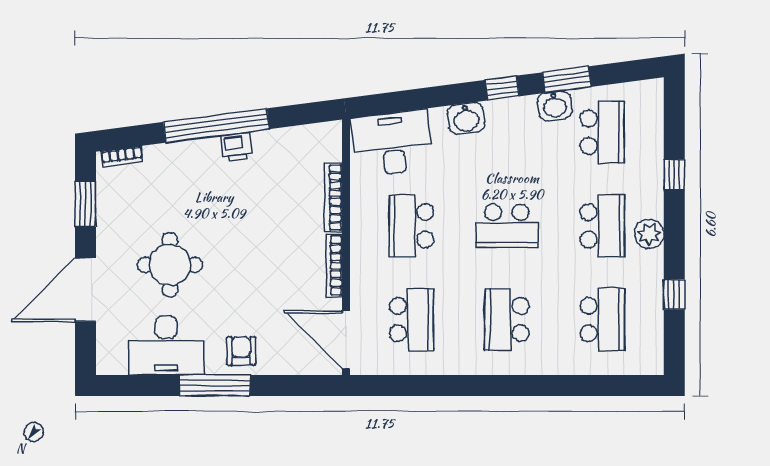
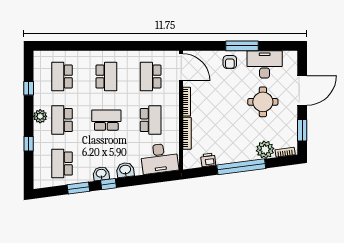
washbasin: (555, 106) -> (101, 174), moved
printer: (236, 147) -> (208, 160), moved
plant: (165, 162) -> (265, 150), added

